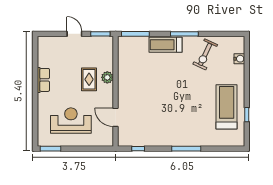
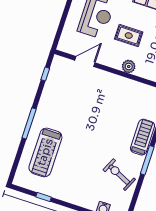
rug: (89, 79) -> (129, 36), moved
treadmill: (227, 107) -> (45, 152), moved, turned 90

